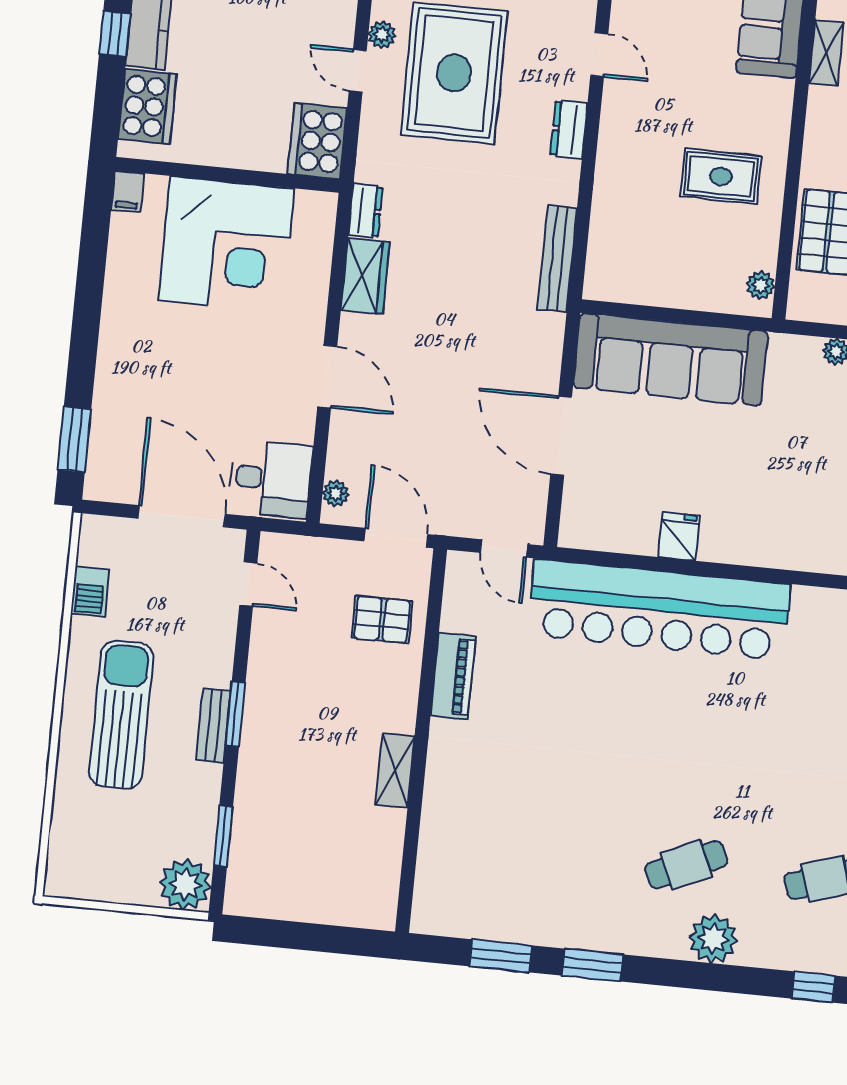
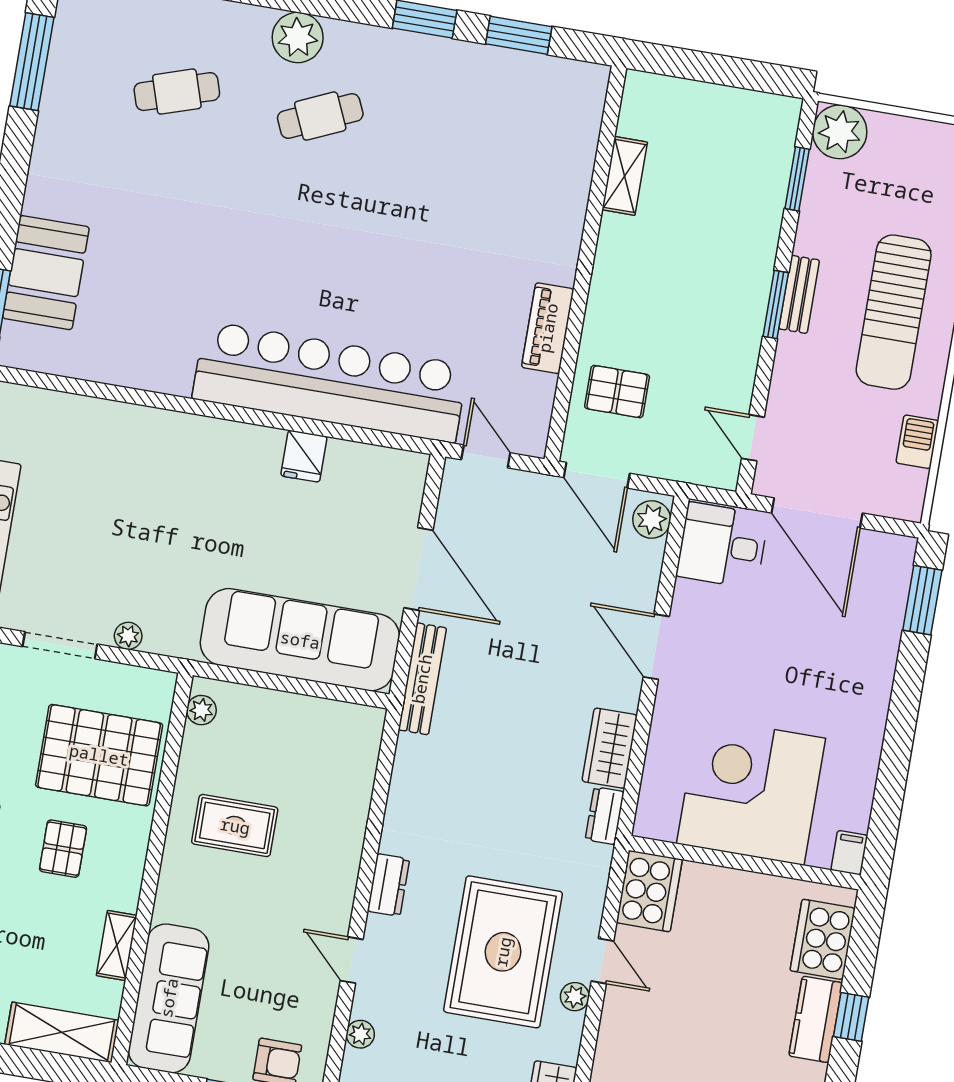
bench: (557, 259) -> (422, 679), moved
plant: (336, 493) -> (652, 519), width x1.38, depth x1.38
shelving: (395, 771) -> (625, 176), moved

